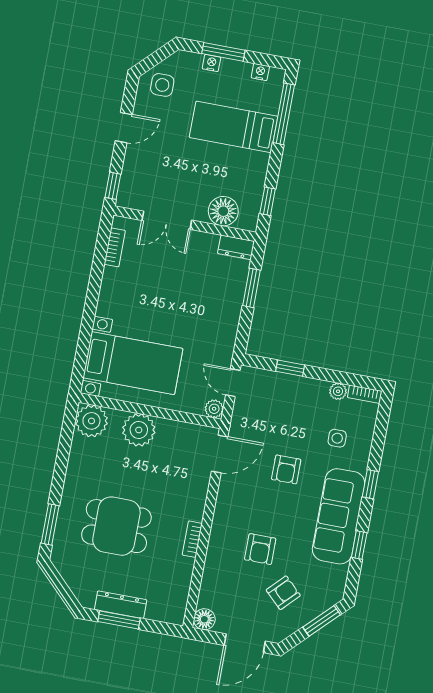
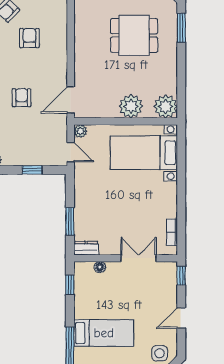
floor lamp: (223, 211) -> (100, 267), width x0.53, depth x0.53
bookcase: (192, 539) -> (79, 36), removed

